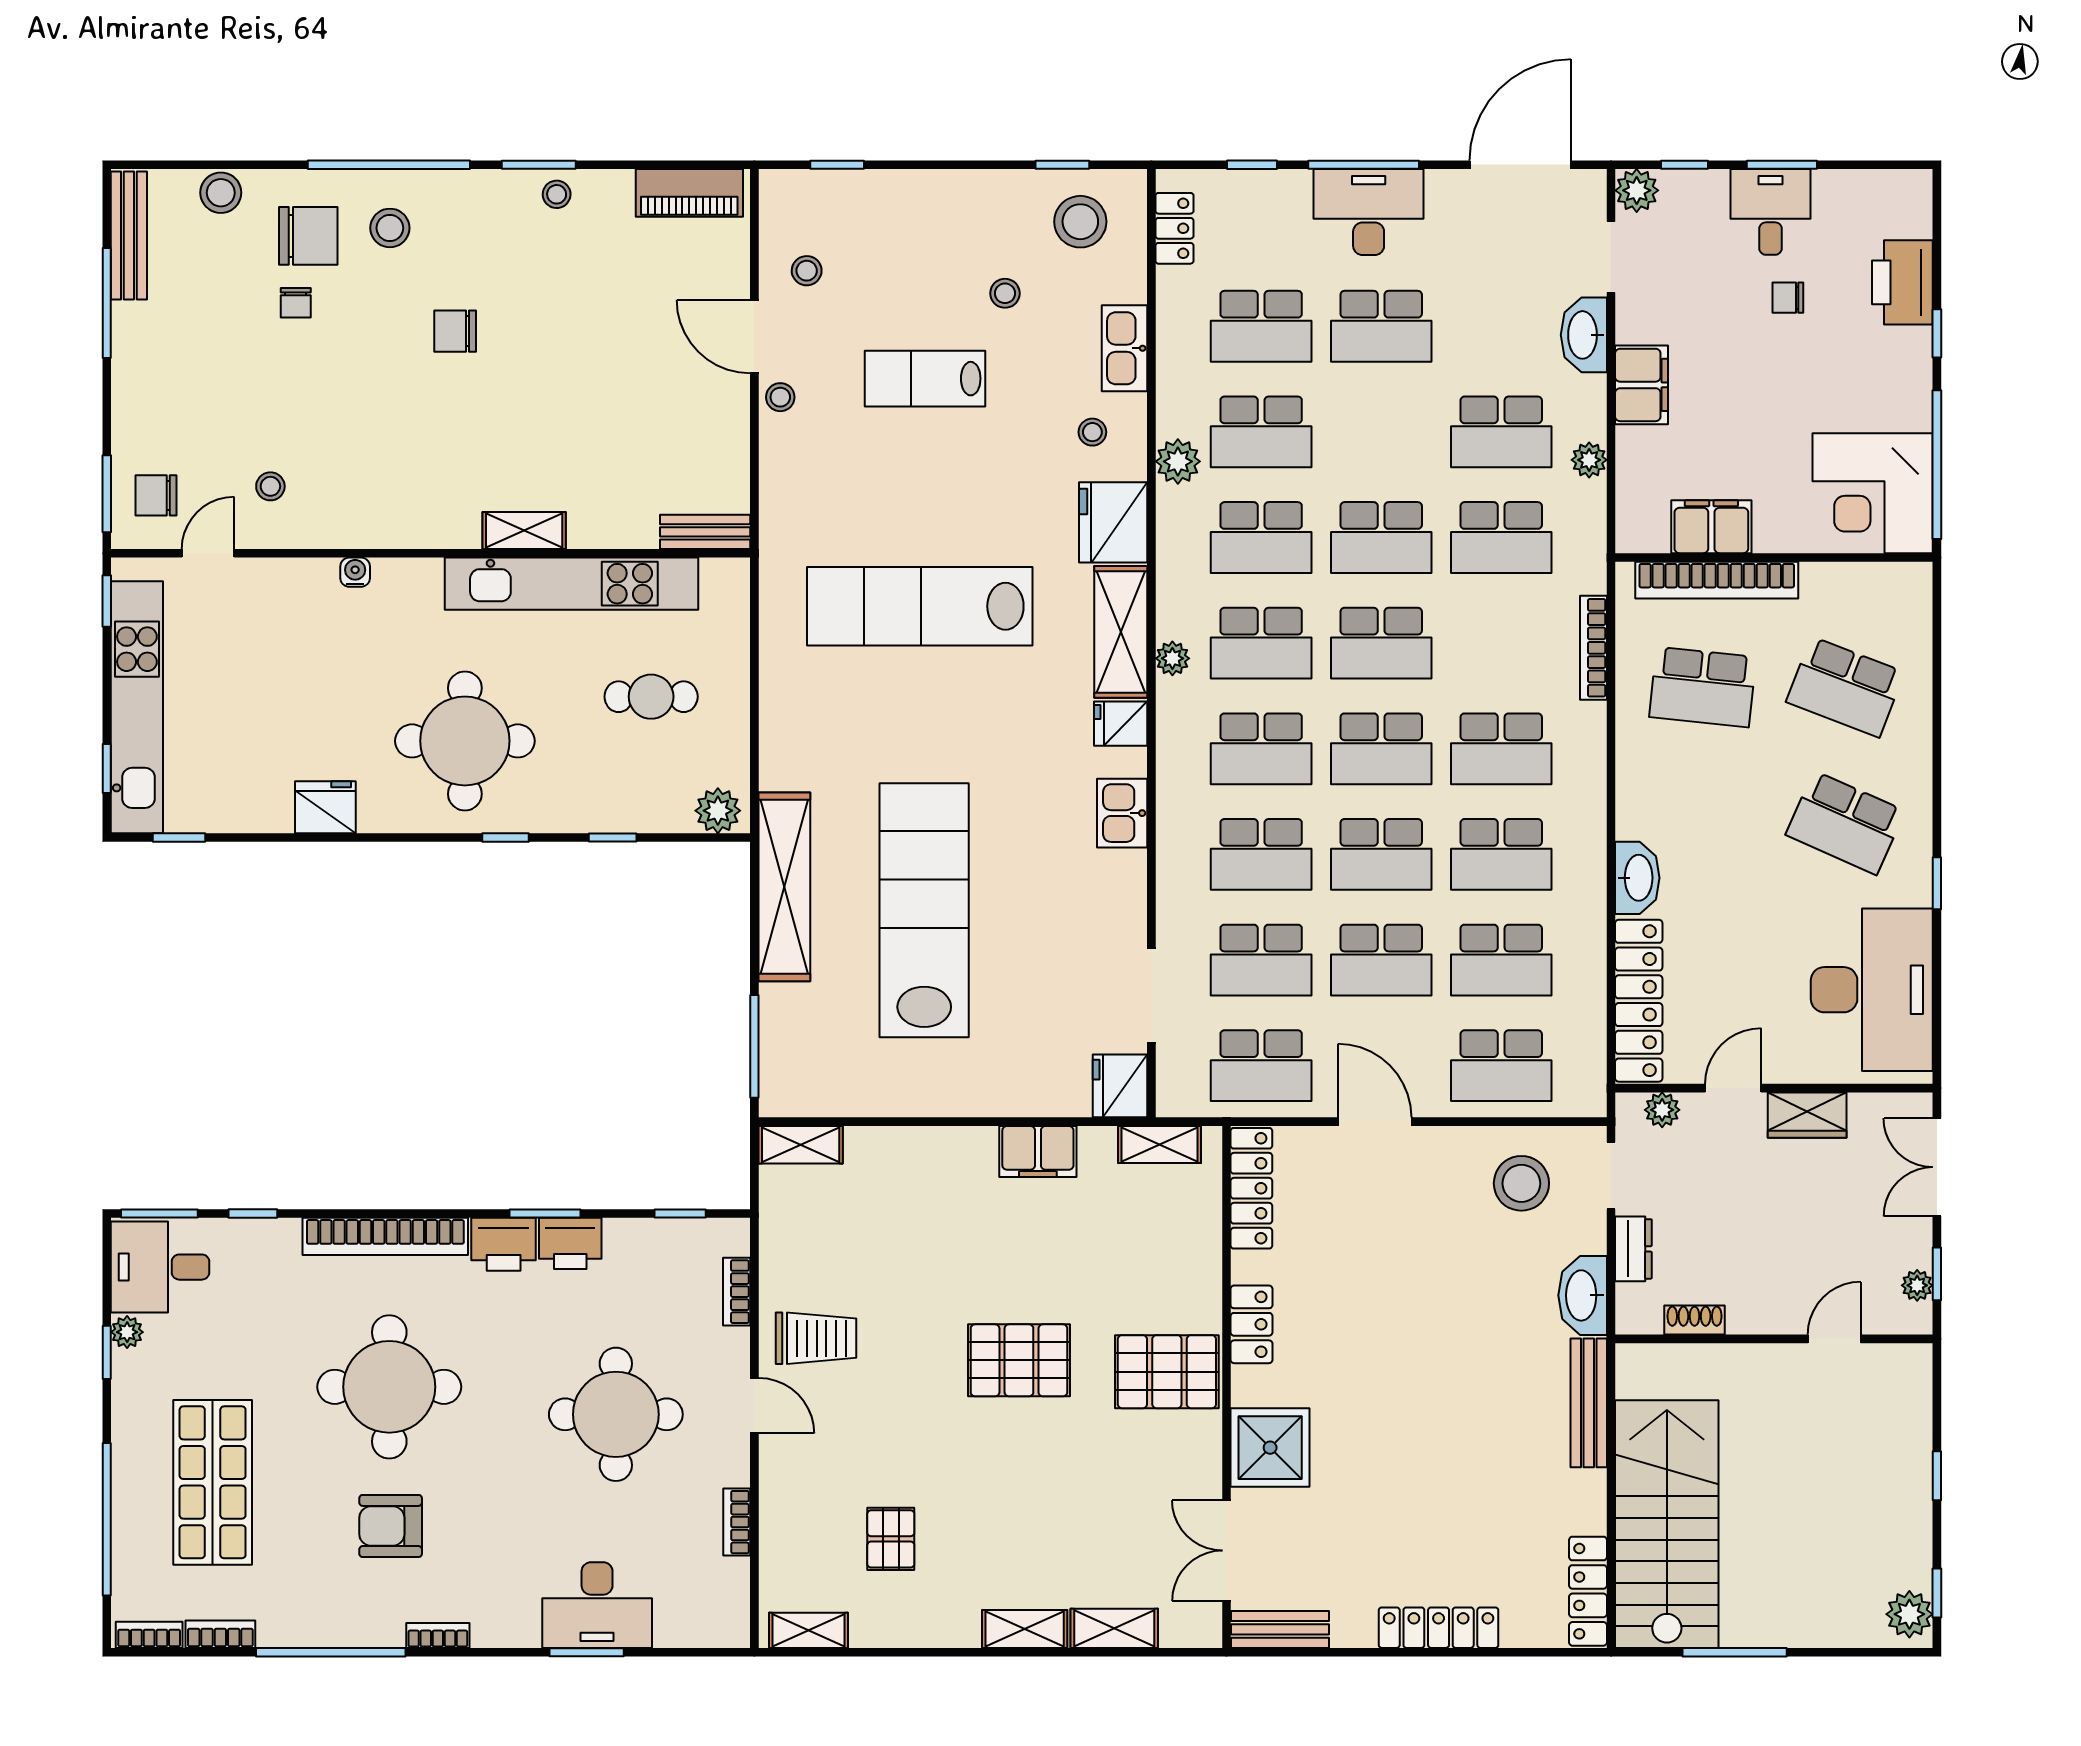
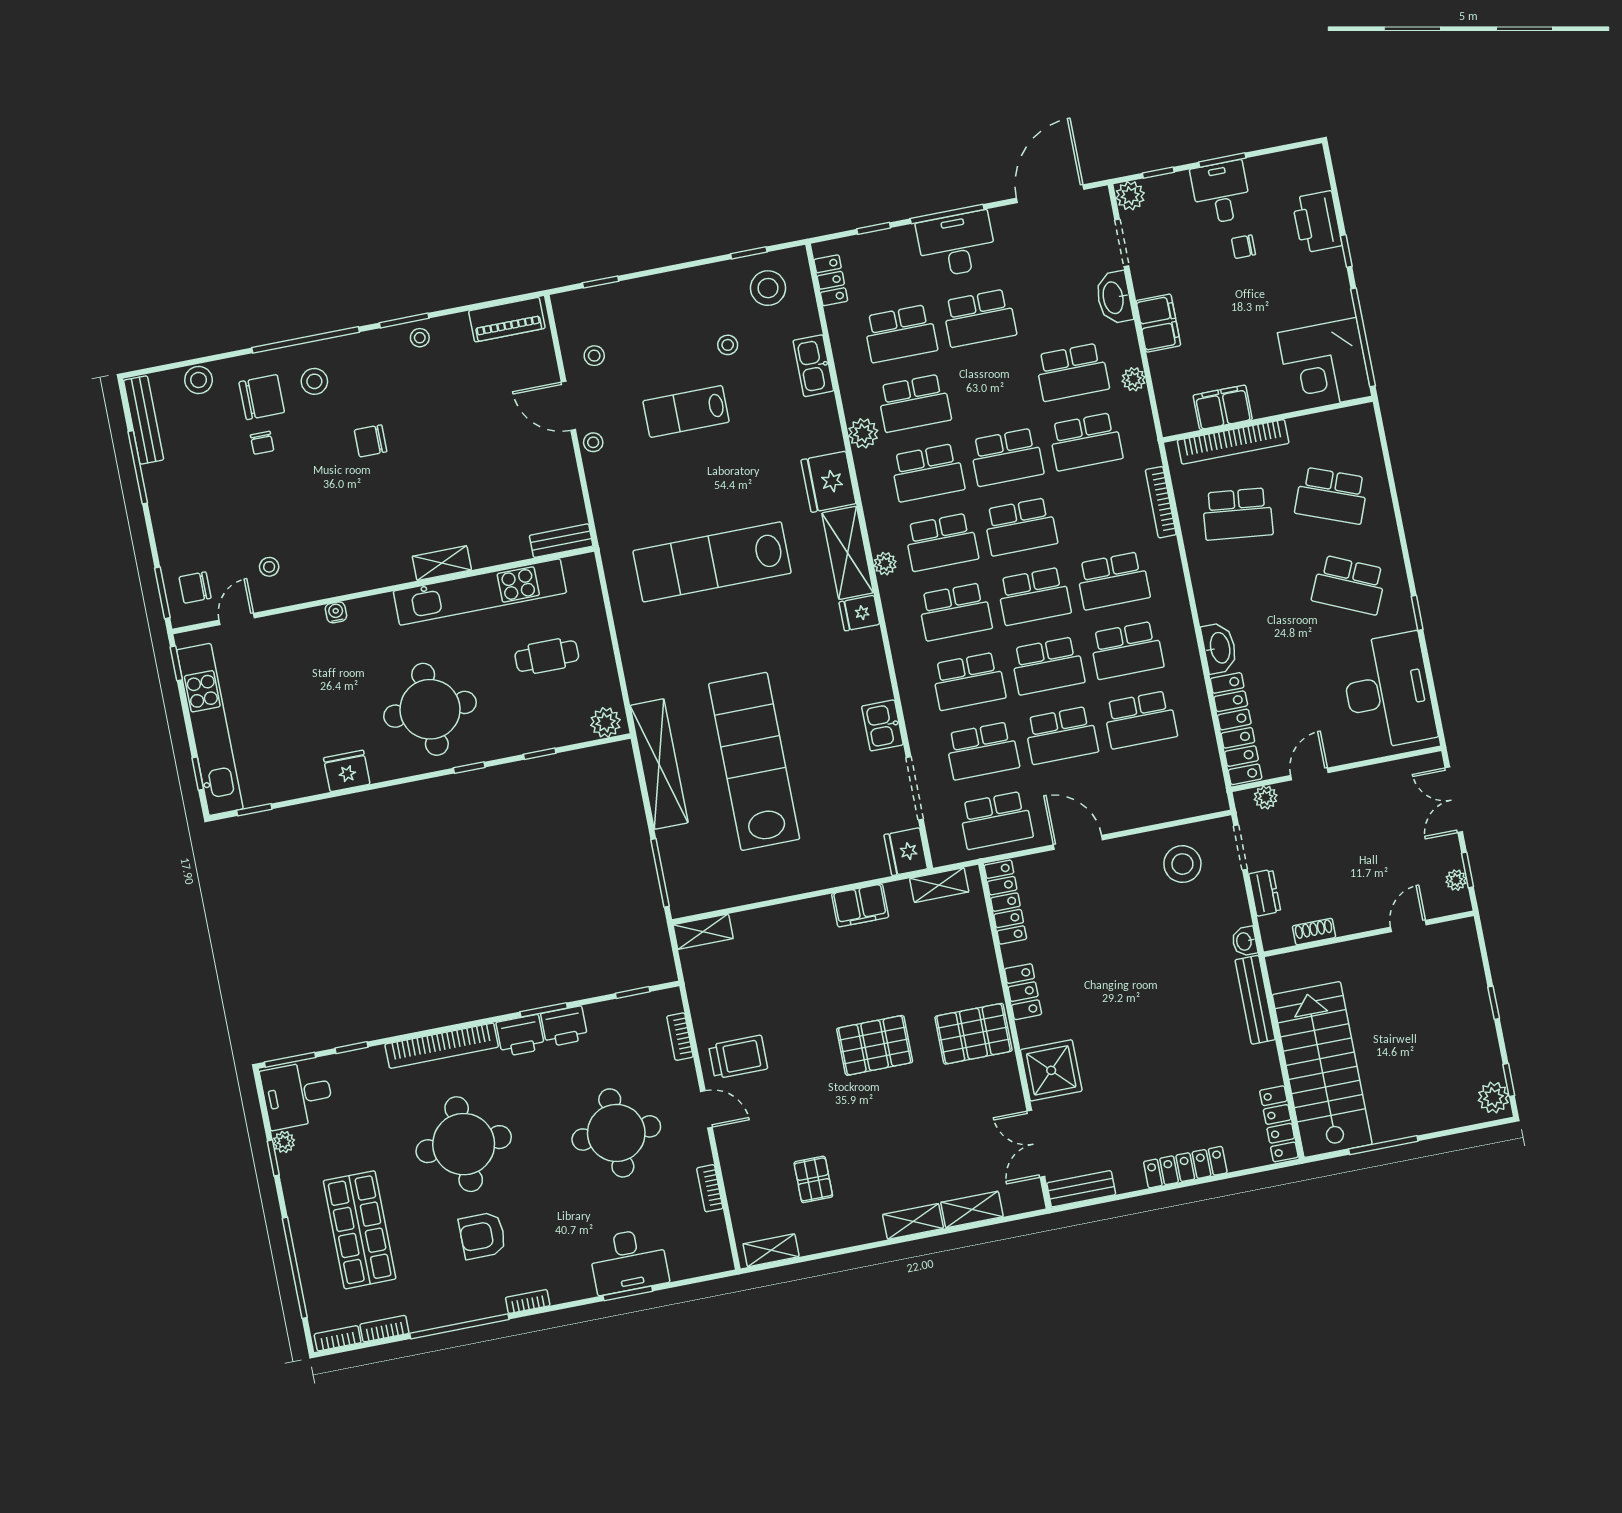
stool: (1092, 432) -> (803, 425), removed
kitchen sink: (1122, 813) -> (882, 725), moved
school desk: (1501, 1066) -> (1154, 789), removed
wardrobe: (1807, 1115) -> (1362, 782), removed
washbasin: (1583, 1295) -> (1245, 941), width x0.52, depth x0.69

